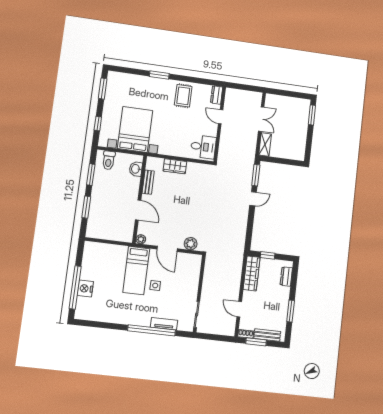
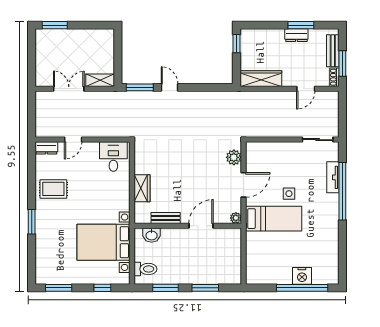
window: (268, 255) -> (236, 44), moved
dresser: (286, 276) -> (296, 35), moved

